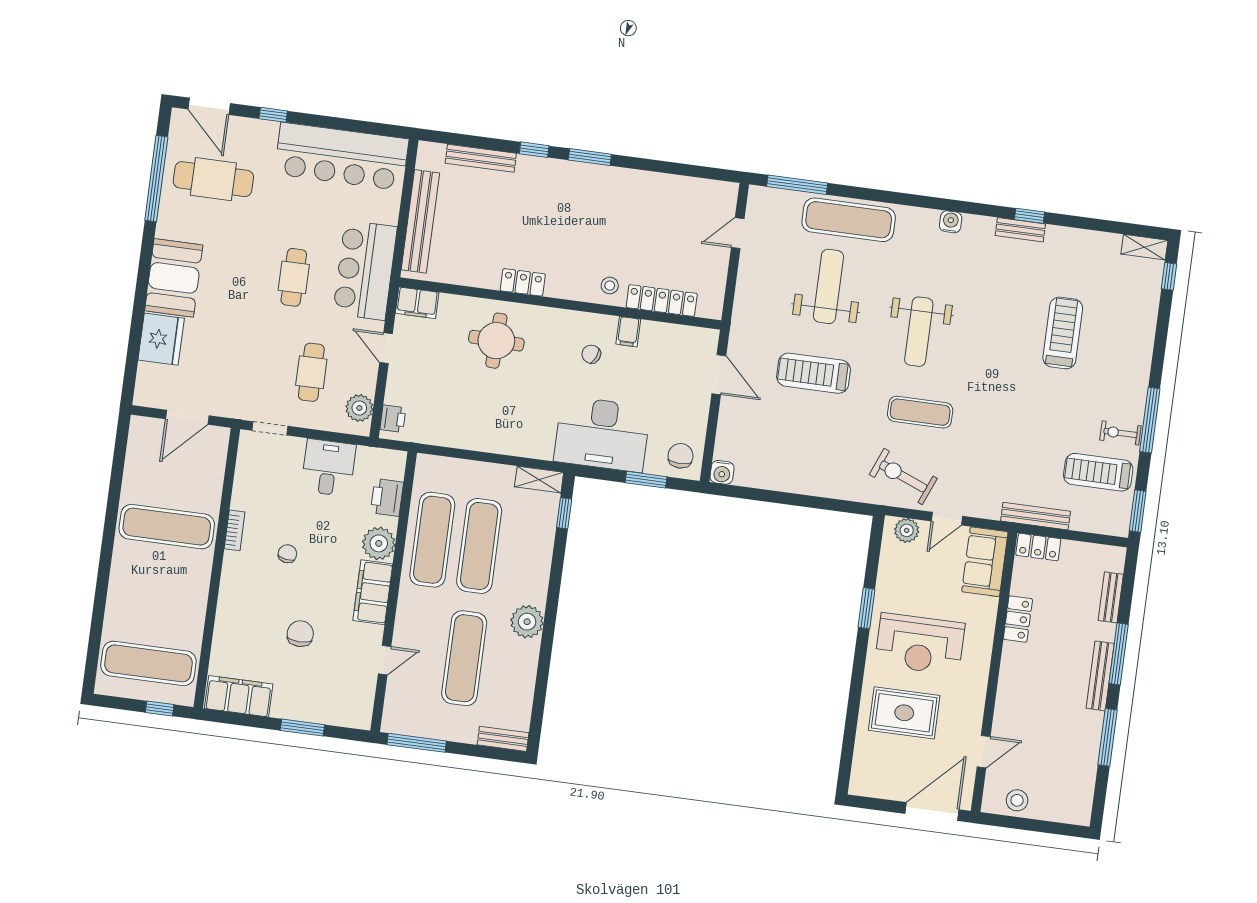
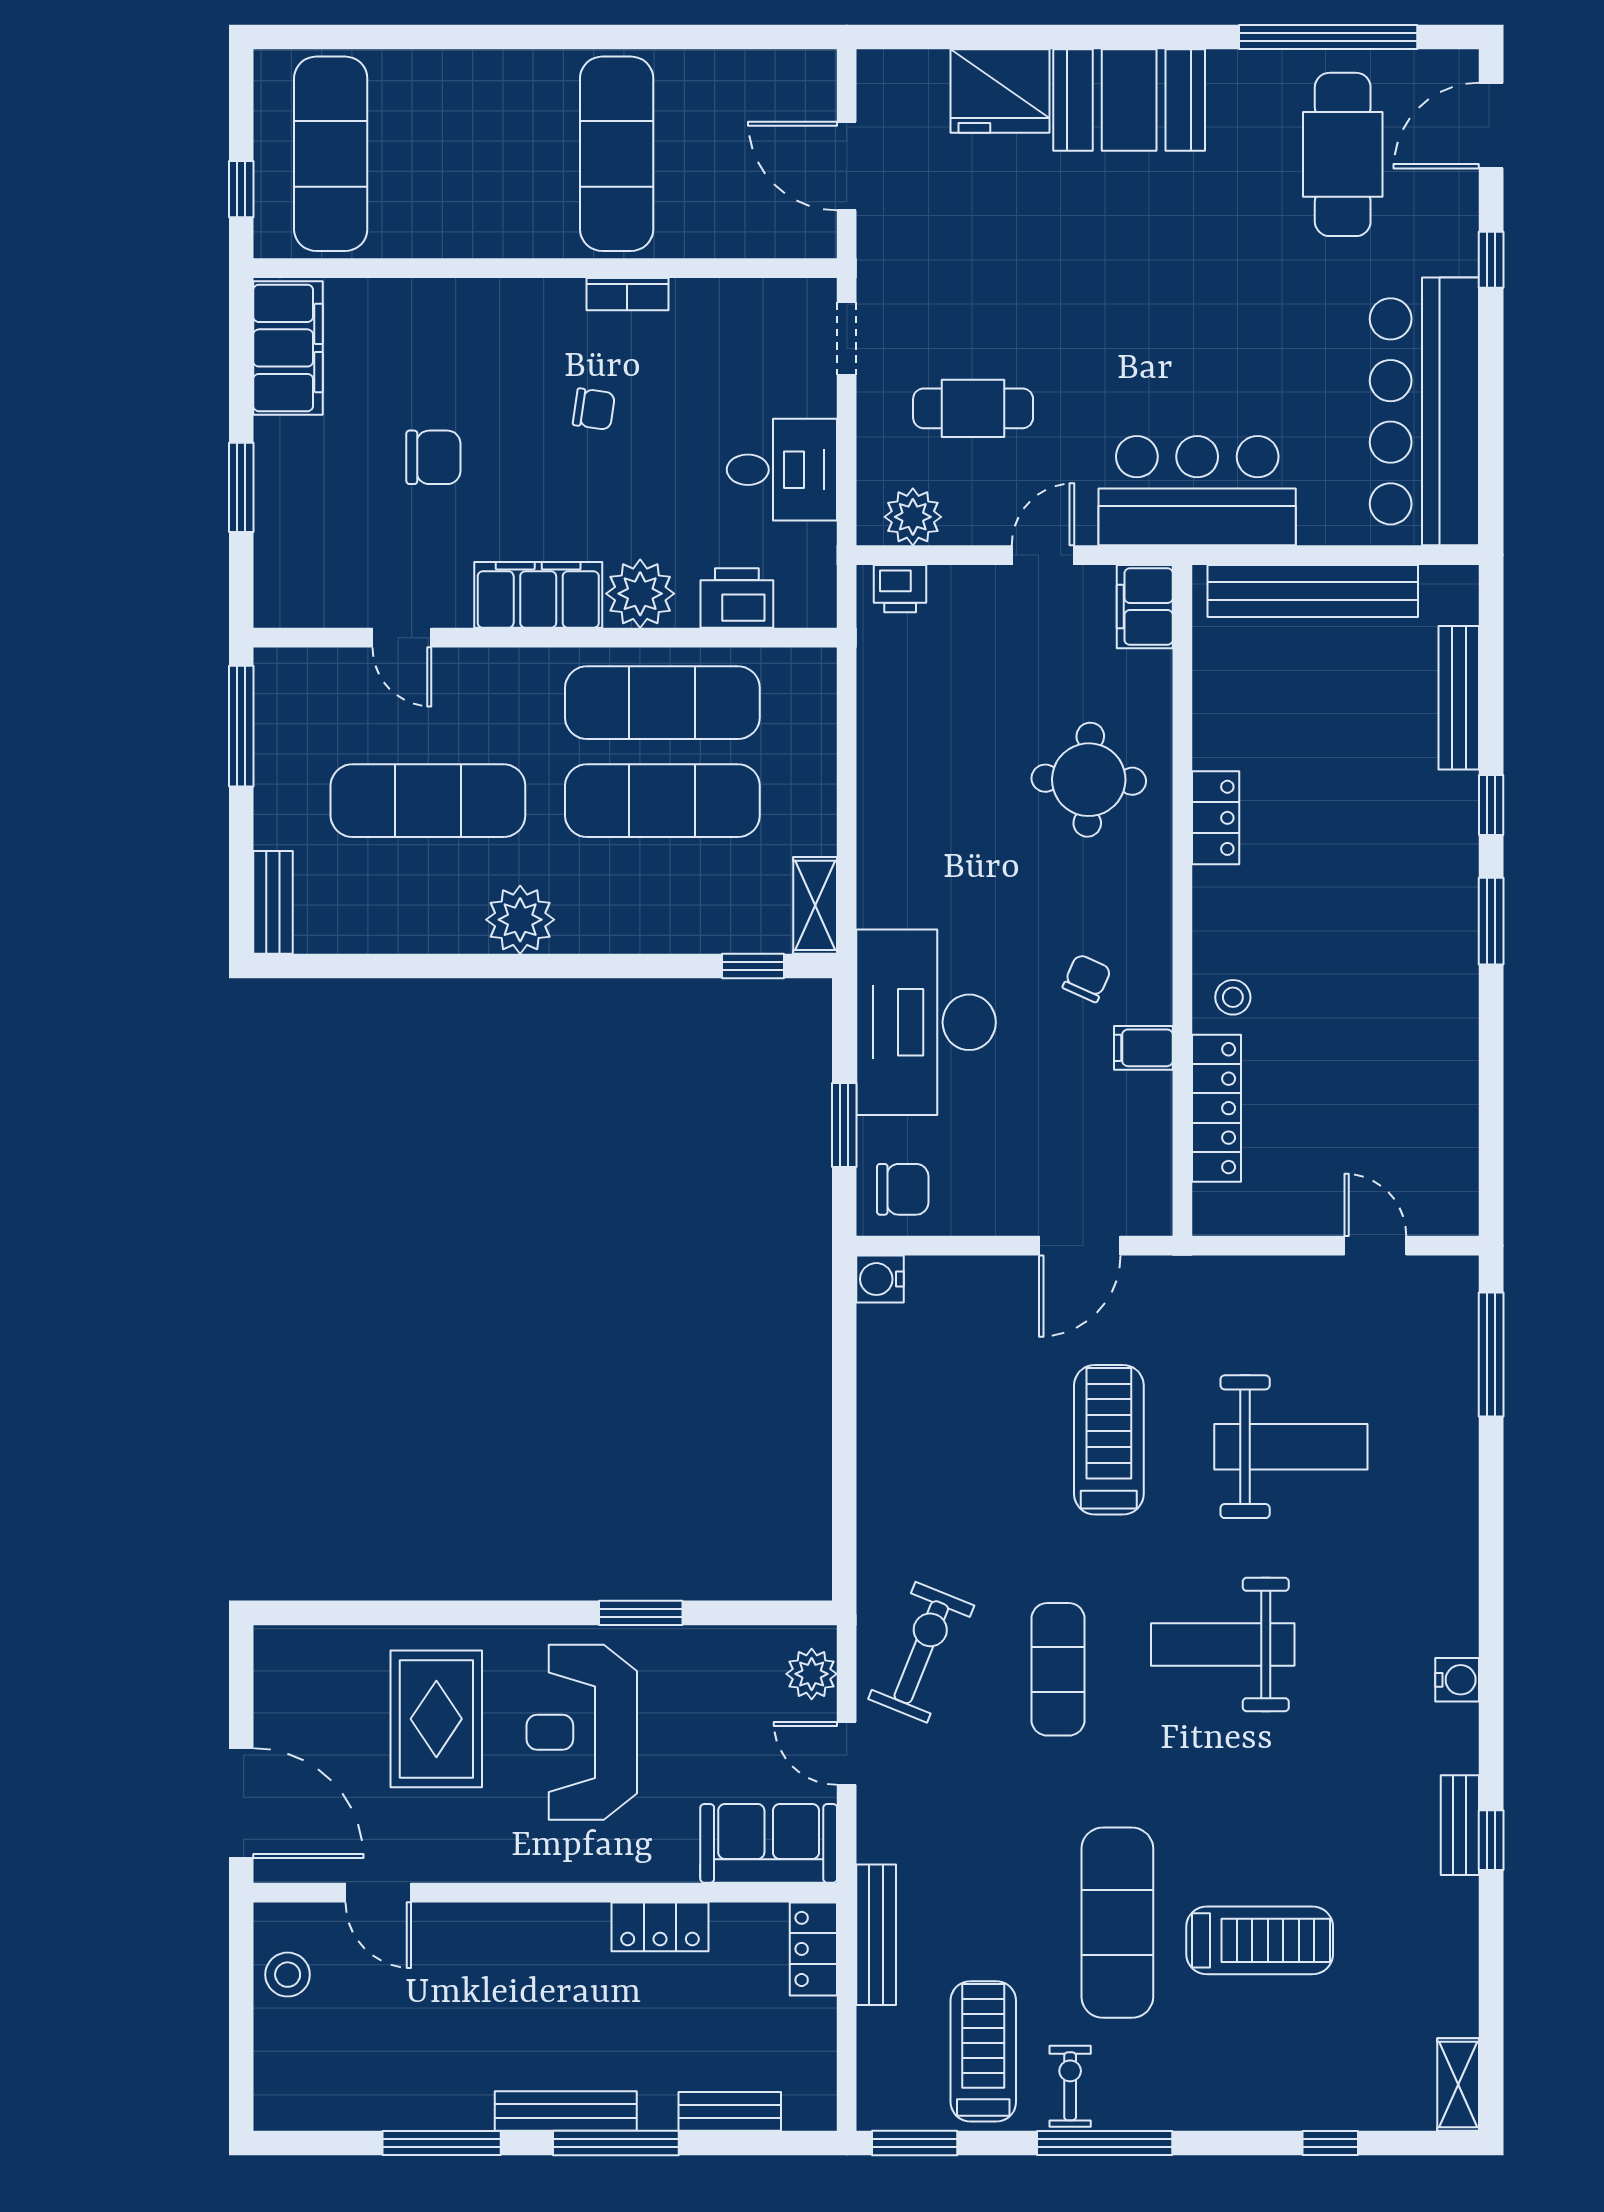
exercise mat: (849, 220) -> (1117, 1923), moved
window: (1169, 276) -> (1330, 2143), moved
cafe table: (294, 277) -> (1163, 346), removed

